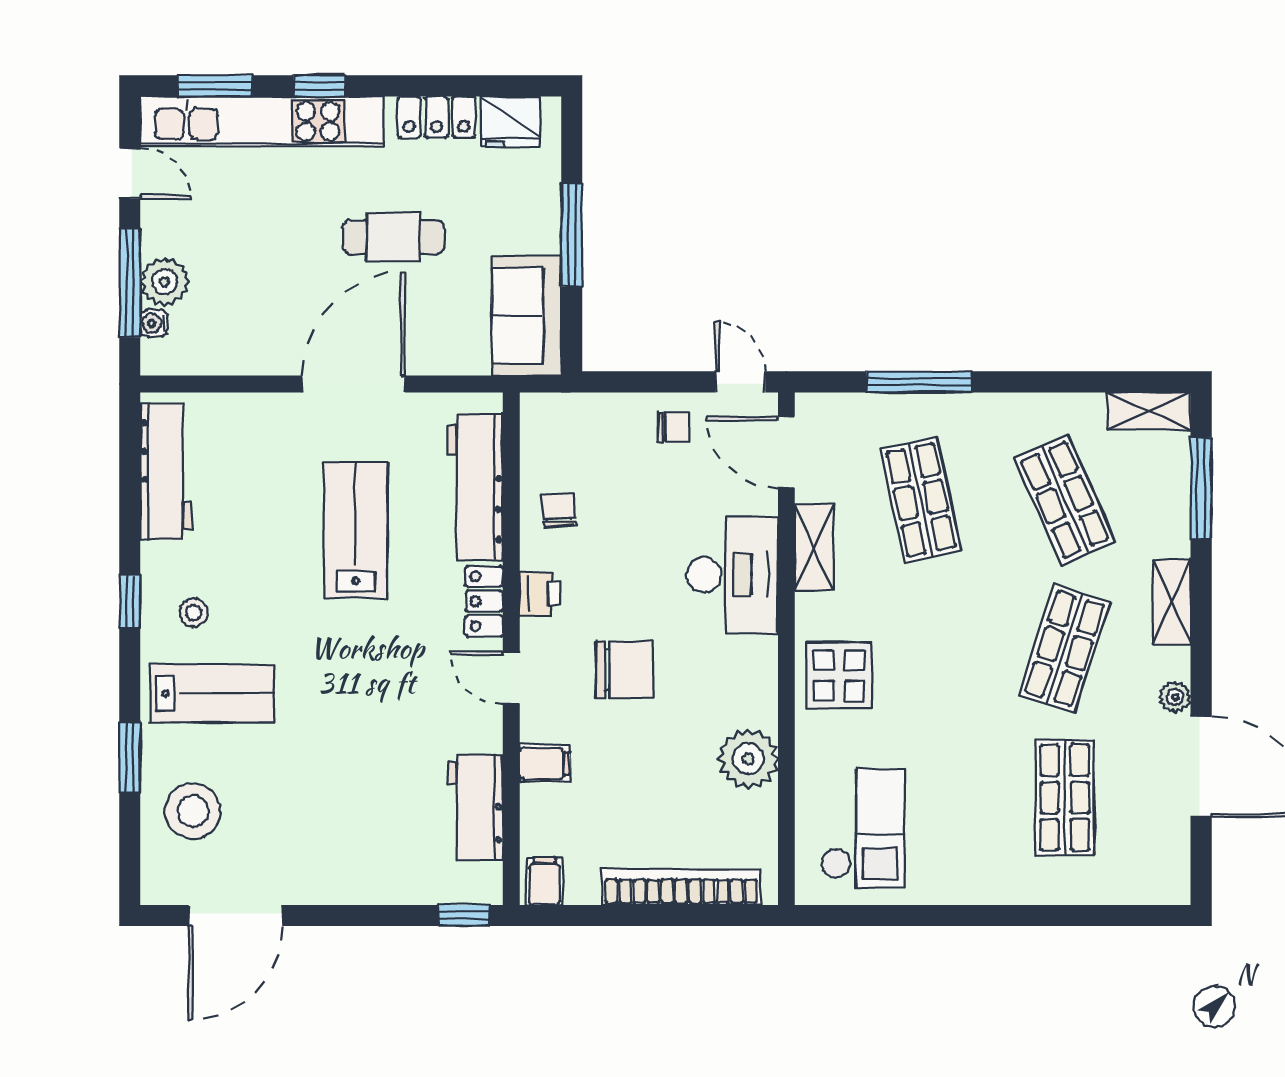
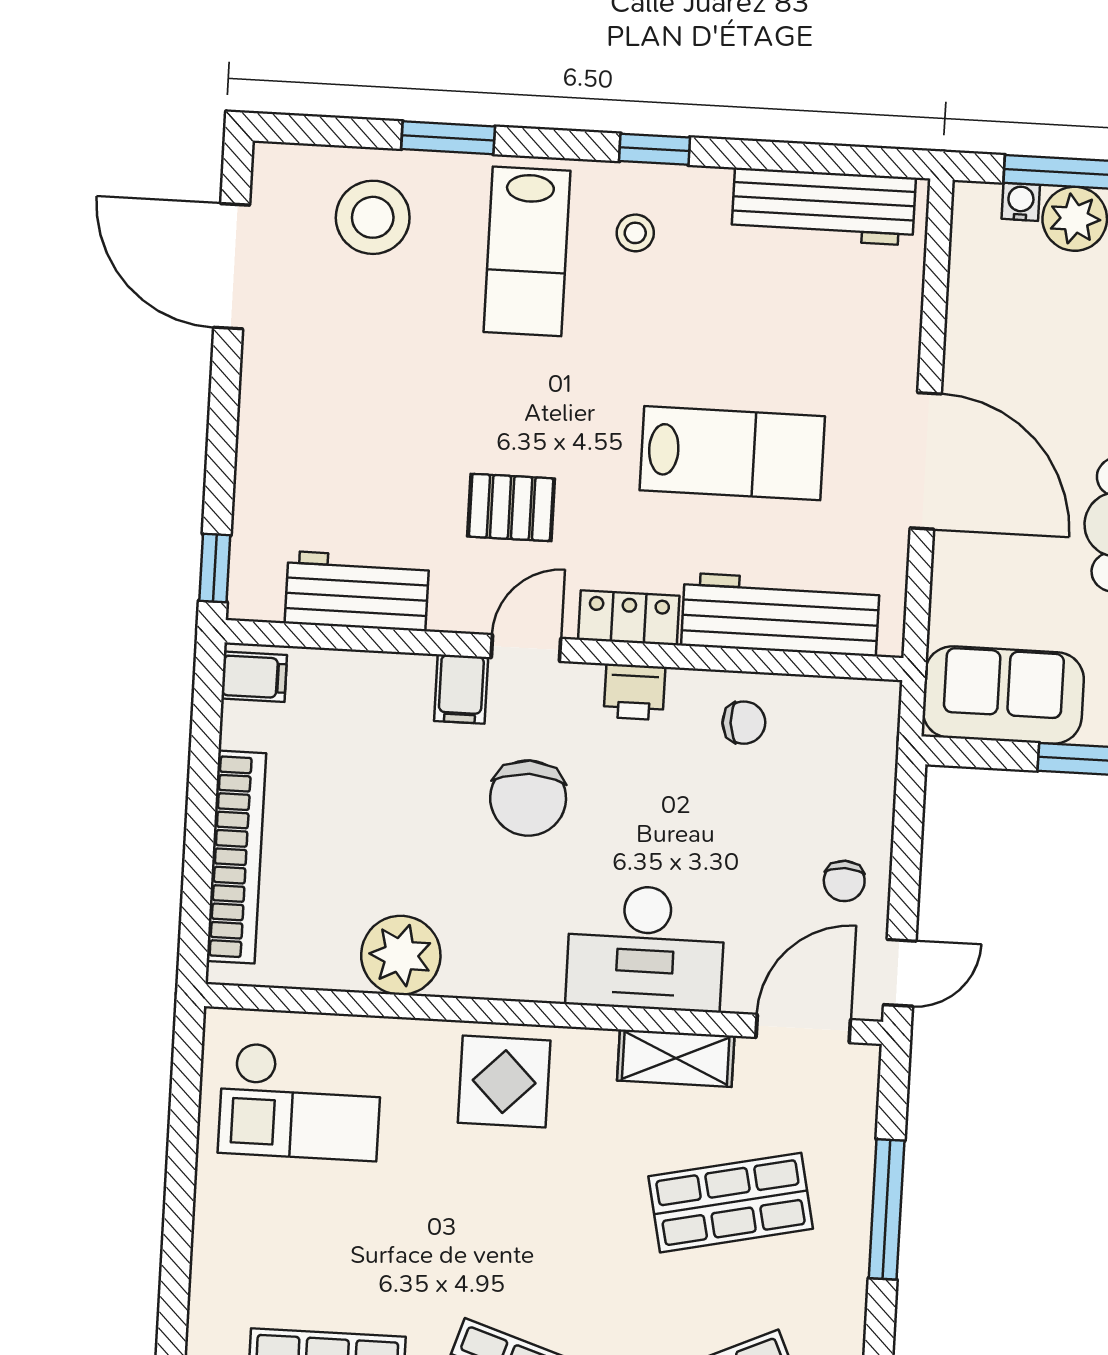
pallet: (406, 695) -> (511, 507), added
filing cabinet: (545, 763) -> (461, 689), moved

